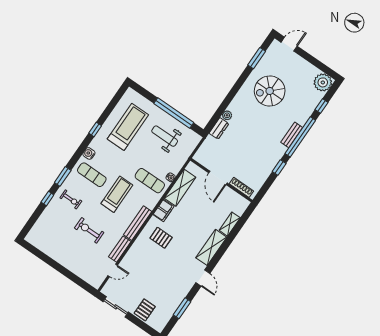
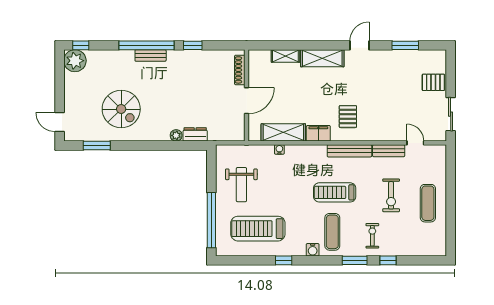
window: (322, 106) -> (81, 45), moved
window: (174, 113) -> (211, 220), moved
exercise mat: (150, 181) -> (428, 203), moved

